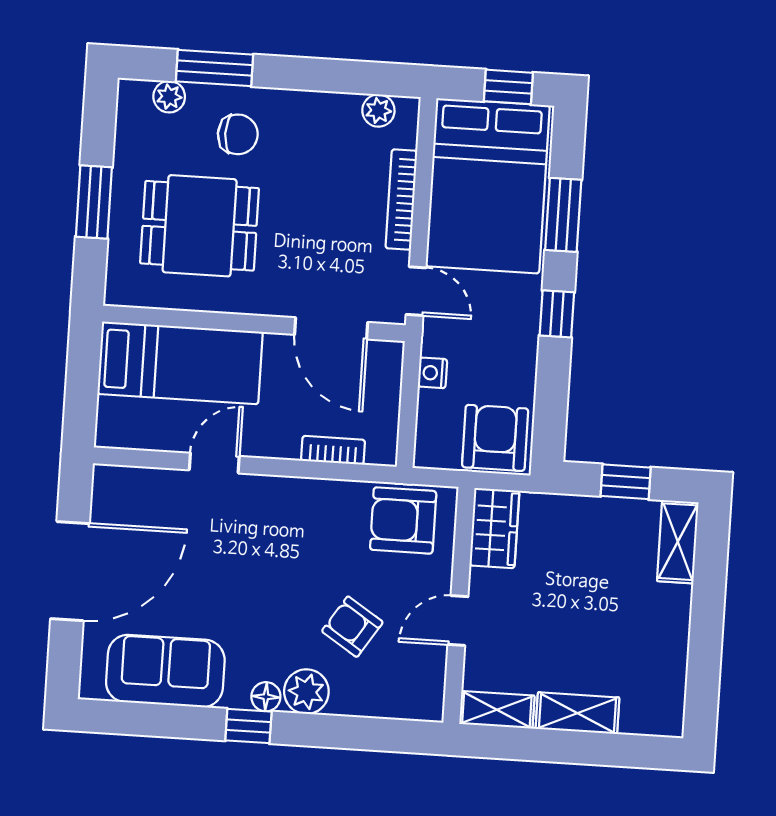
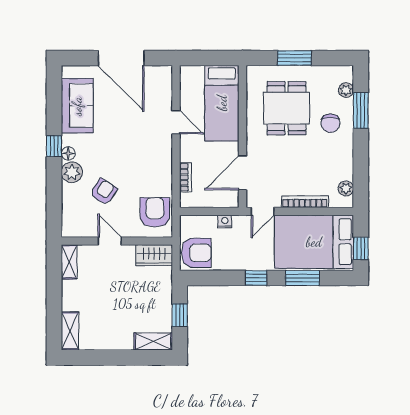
shelving: (577, 713) -> (70, 331), moved

